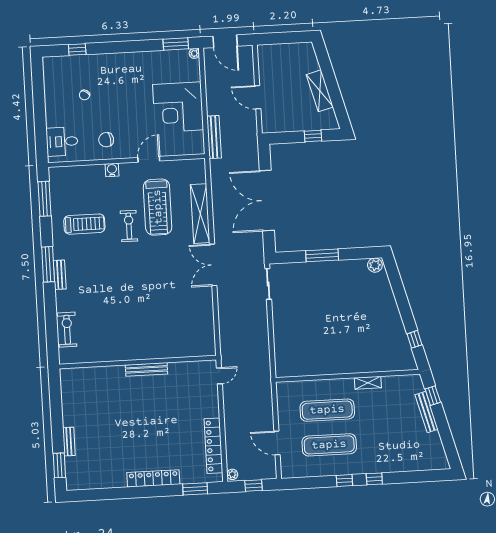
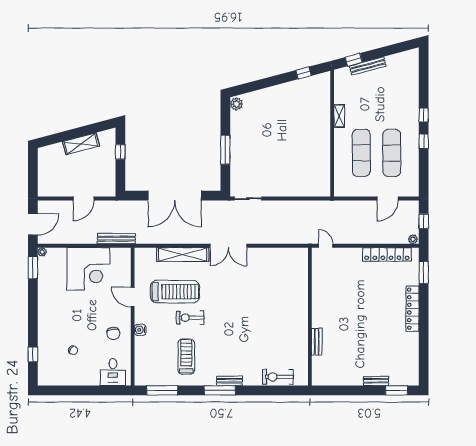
bench: (146, 369) -> (317, 342), moved, width x0.73

